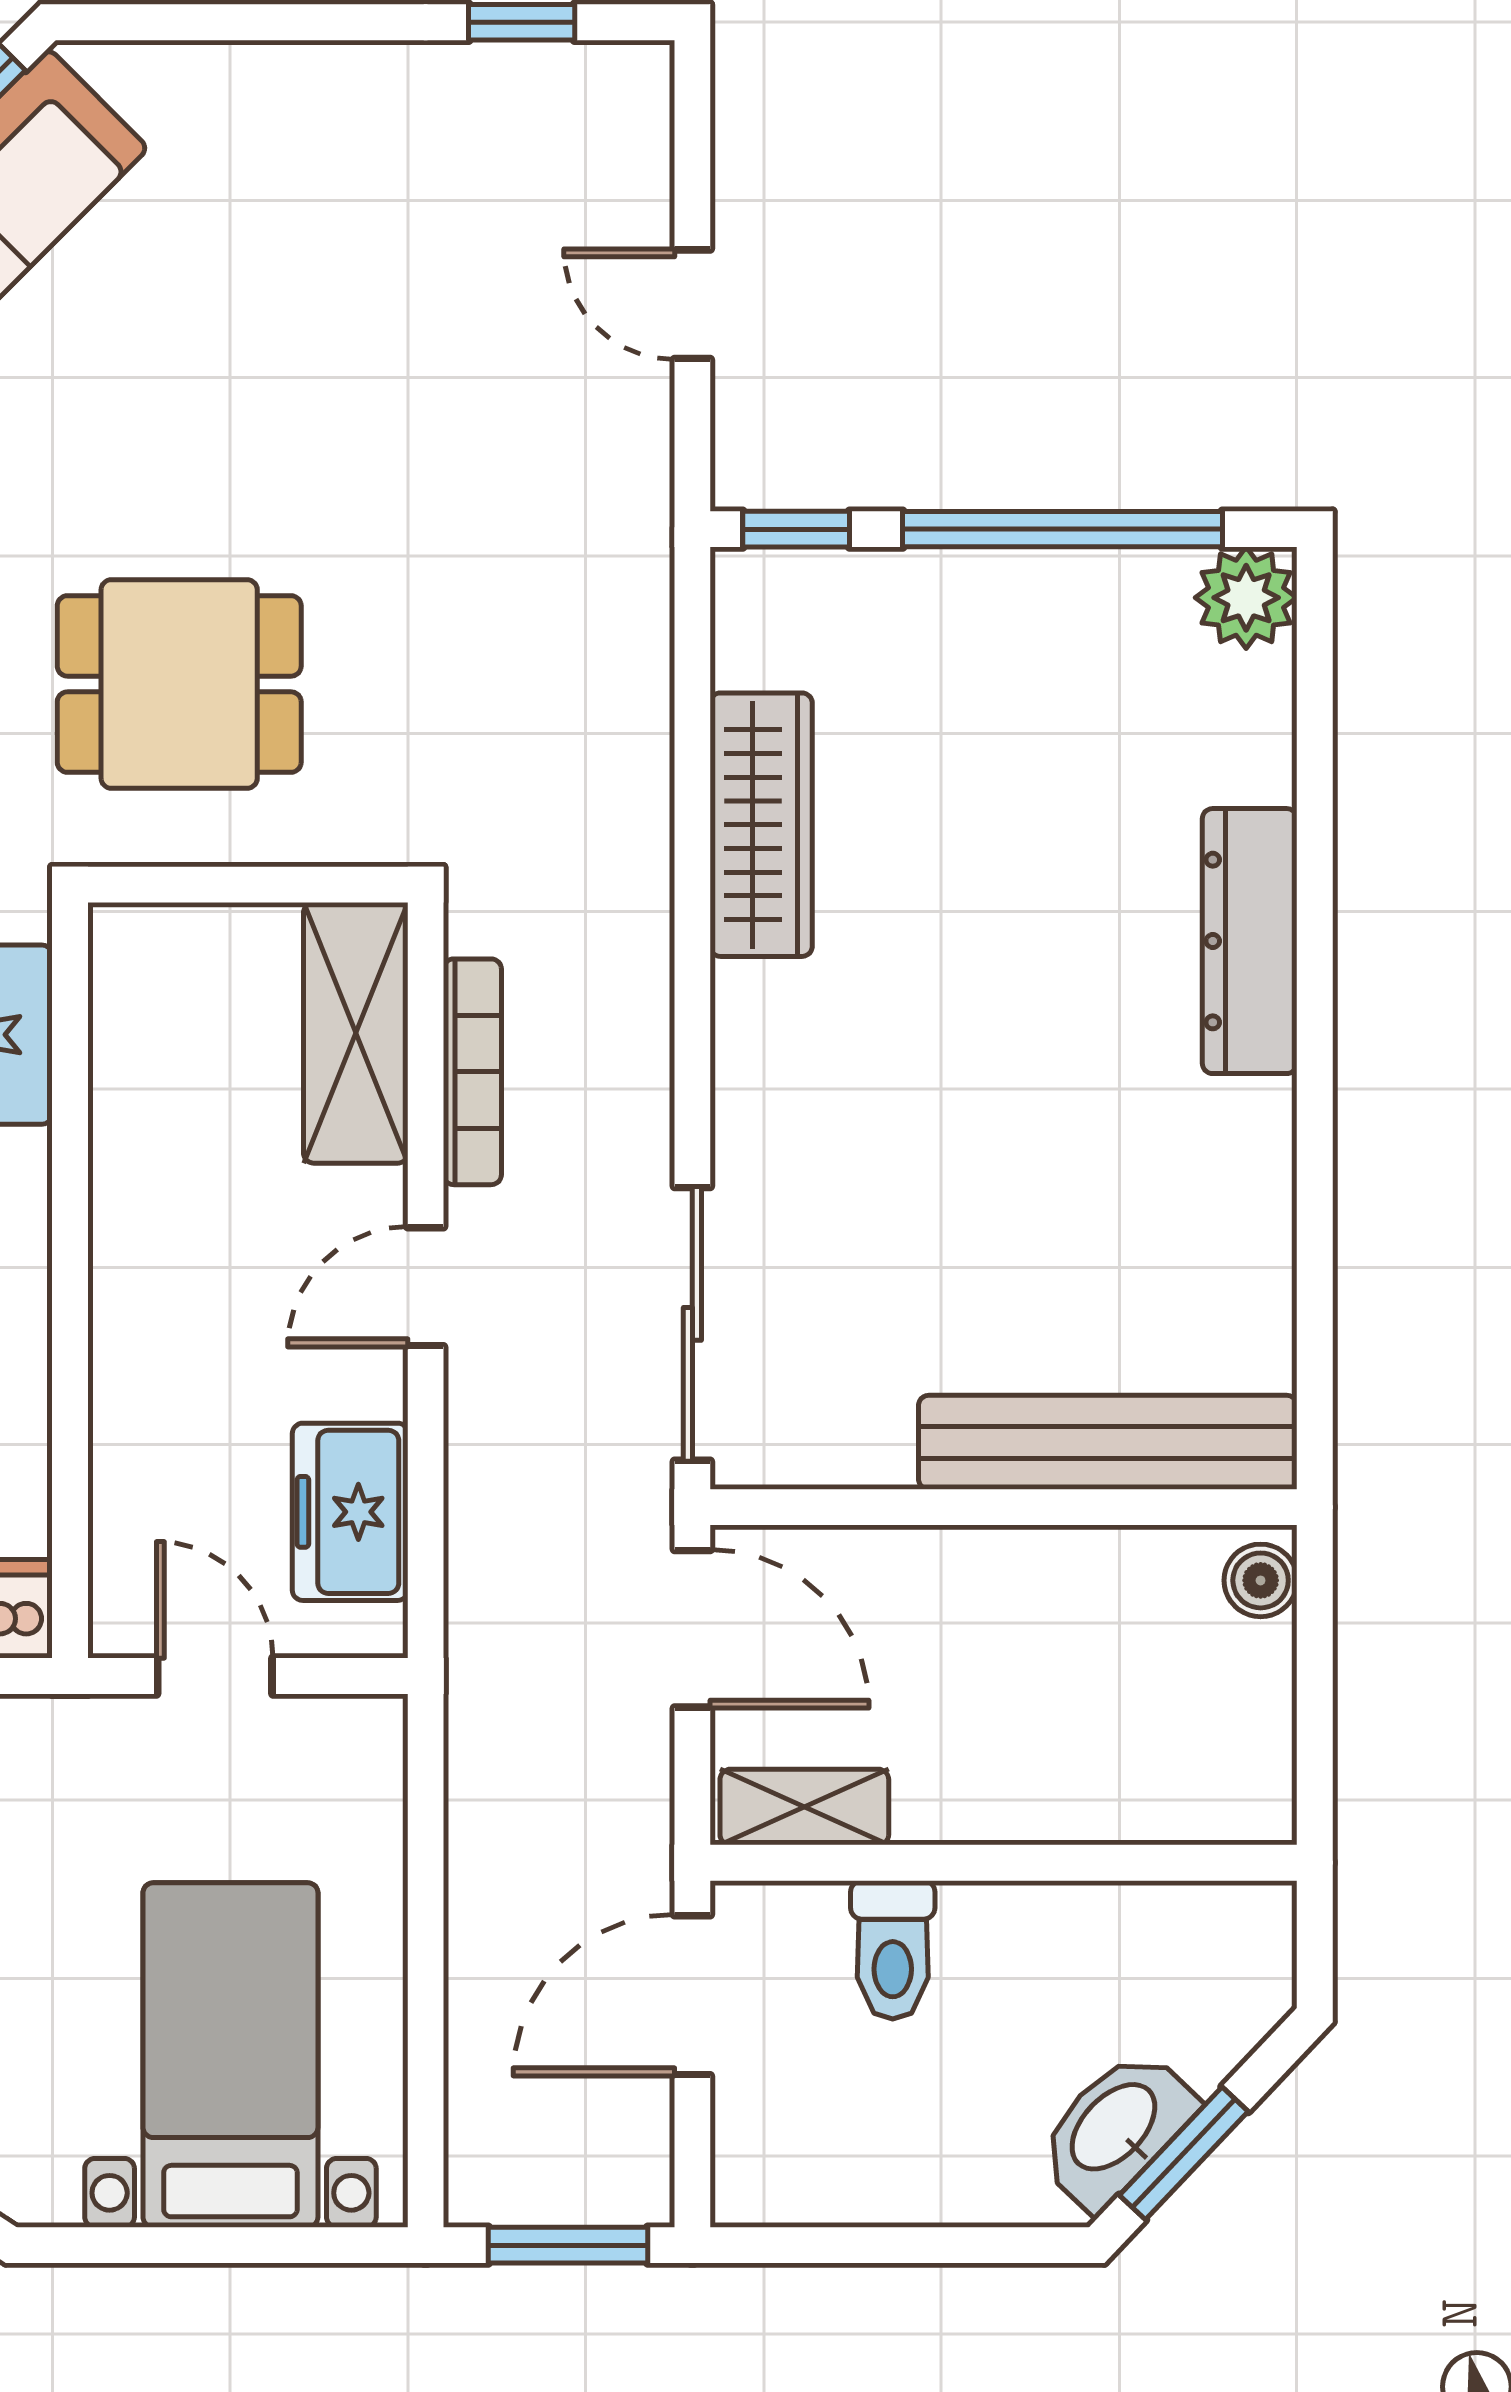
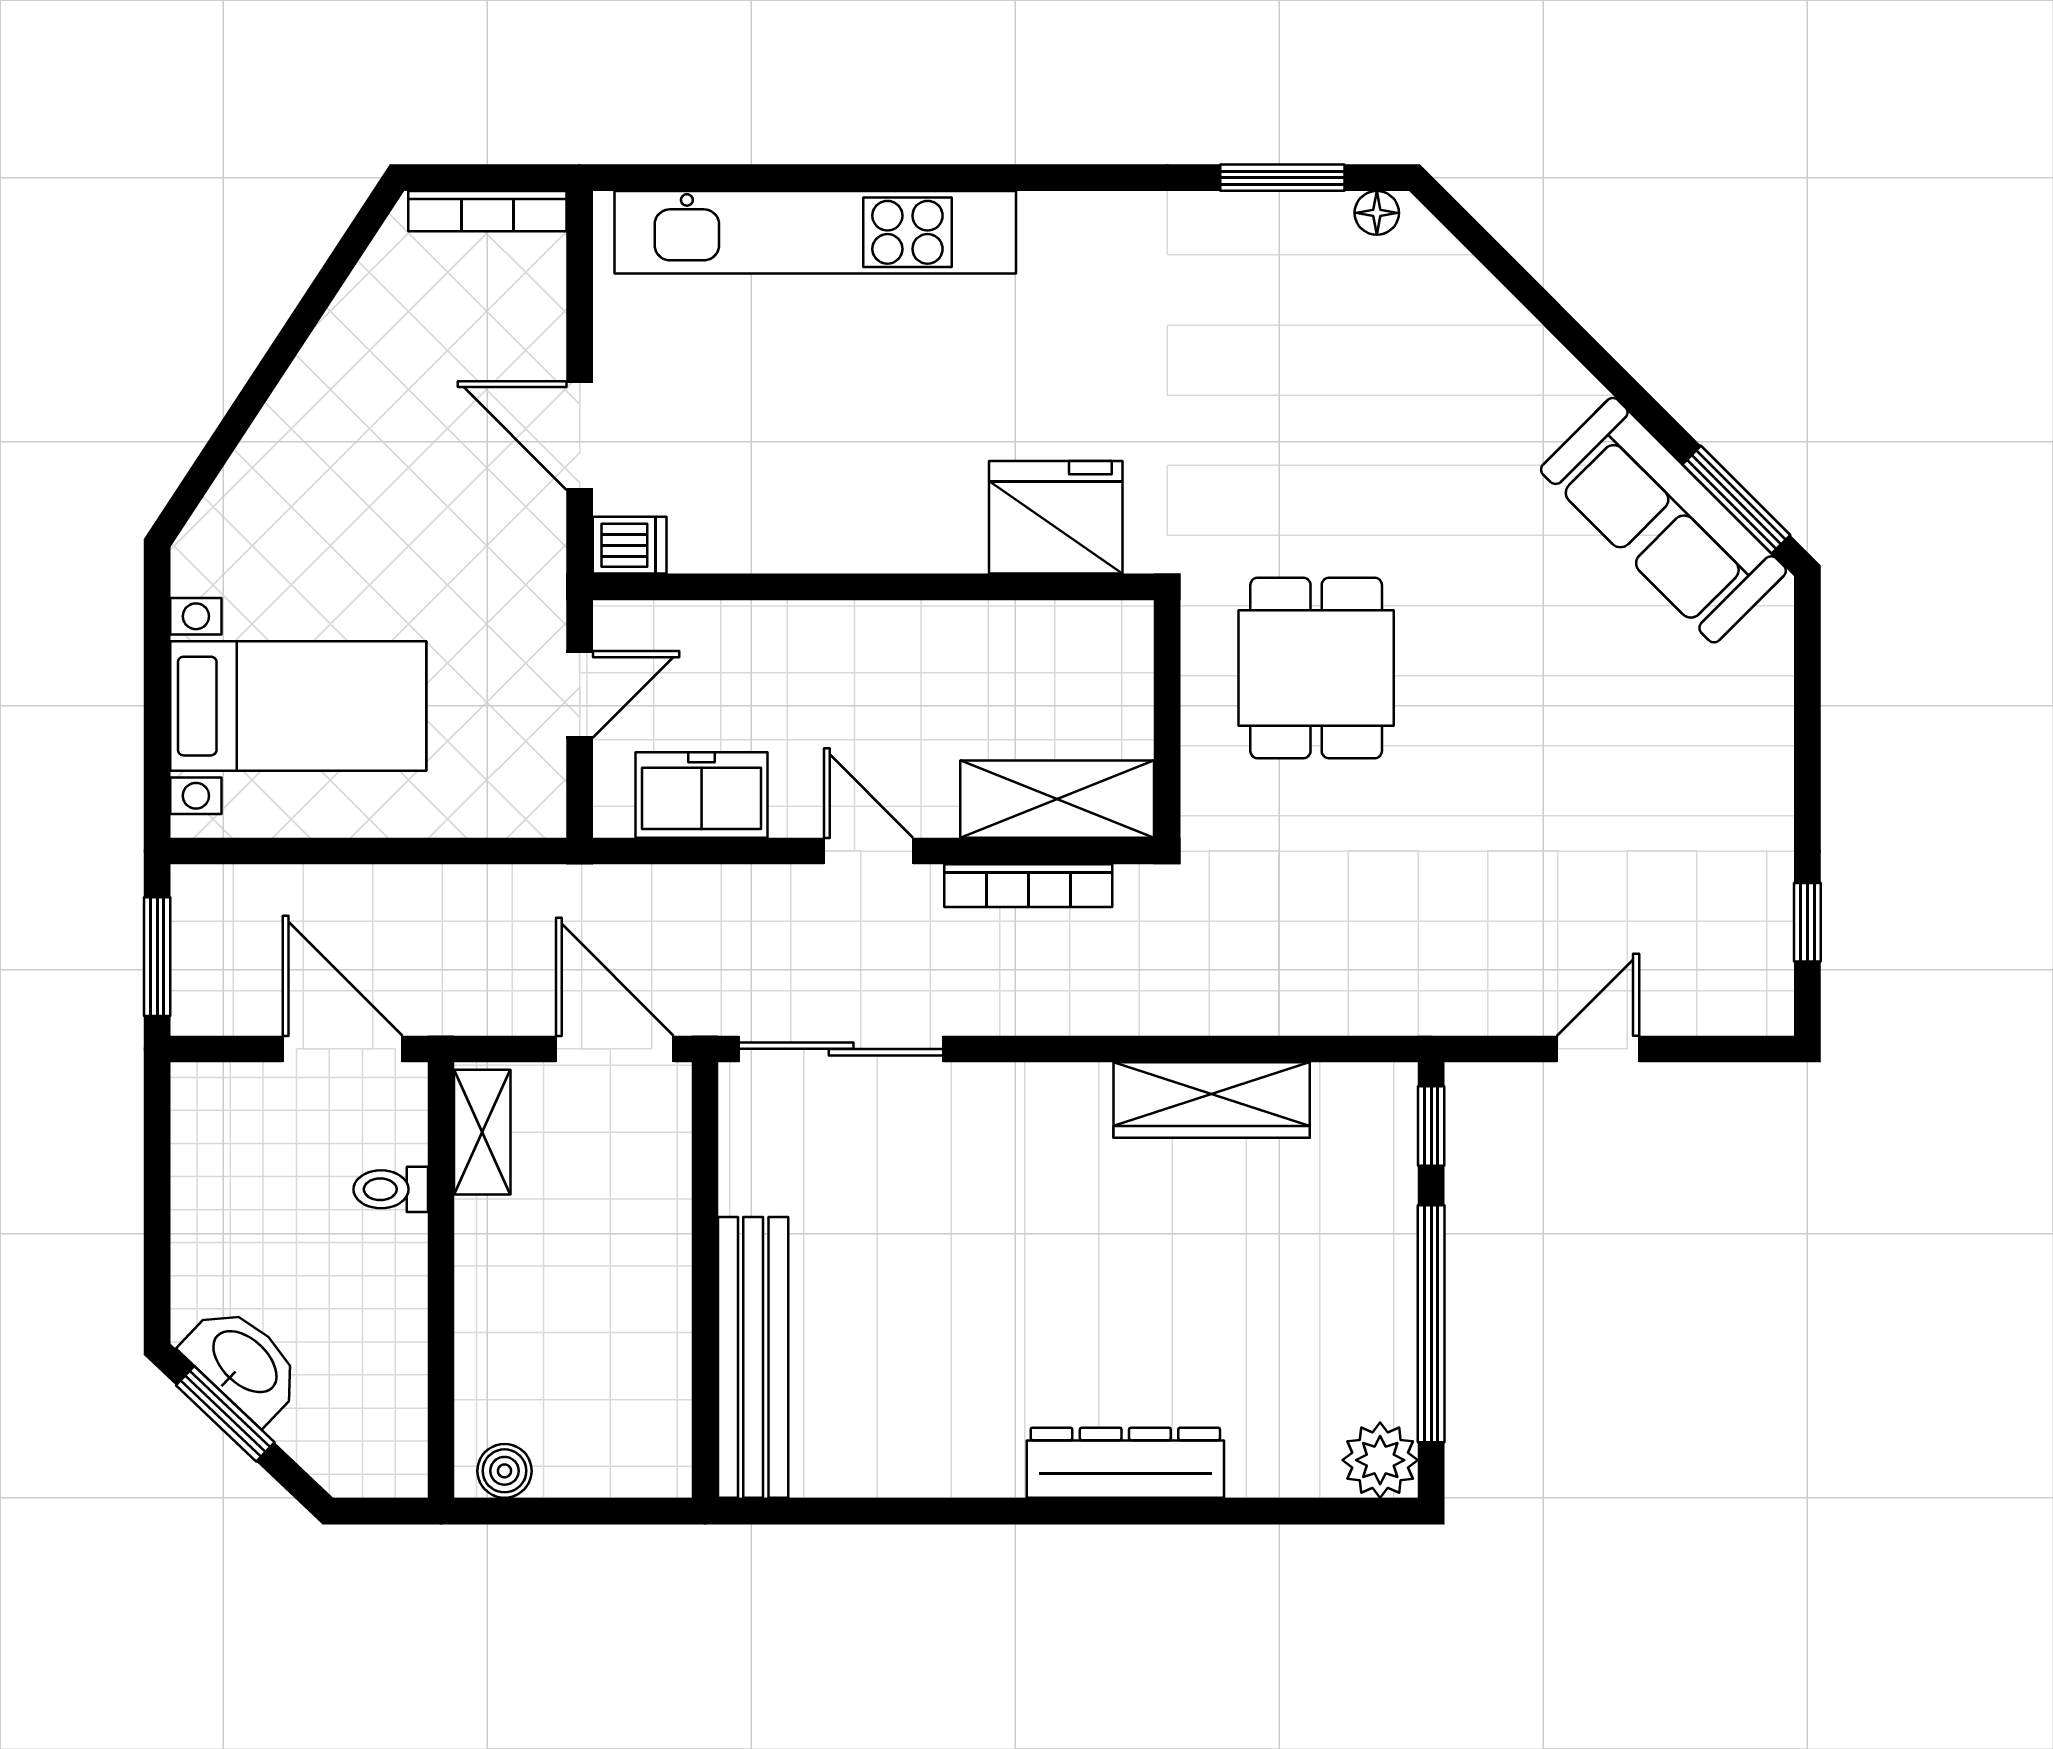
boiler: (1261, 1580) -> (504, 1471), moved
door: (692, 1629) -> (615, 1049), swing flipped
toilet: (893, 1950) -> (391, 1189), width x0.73, depth x0.72

